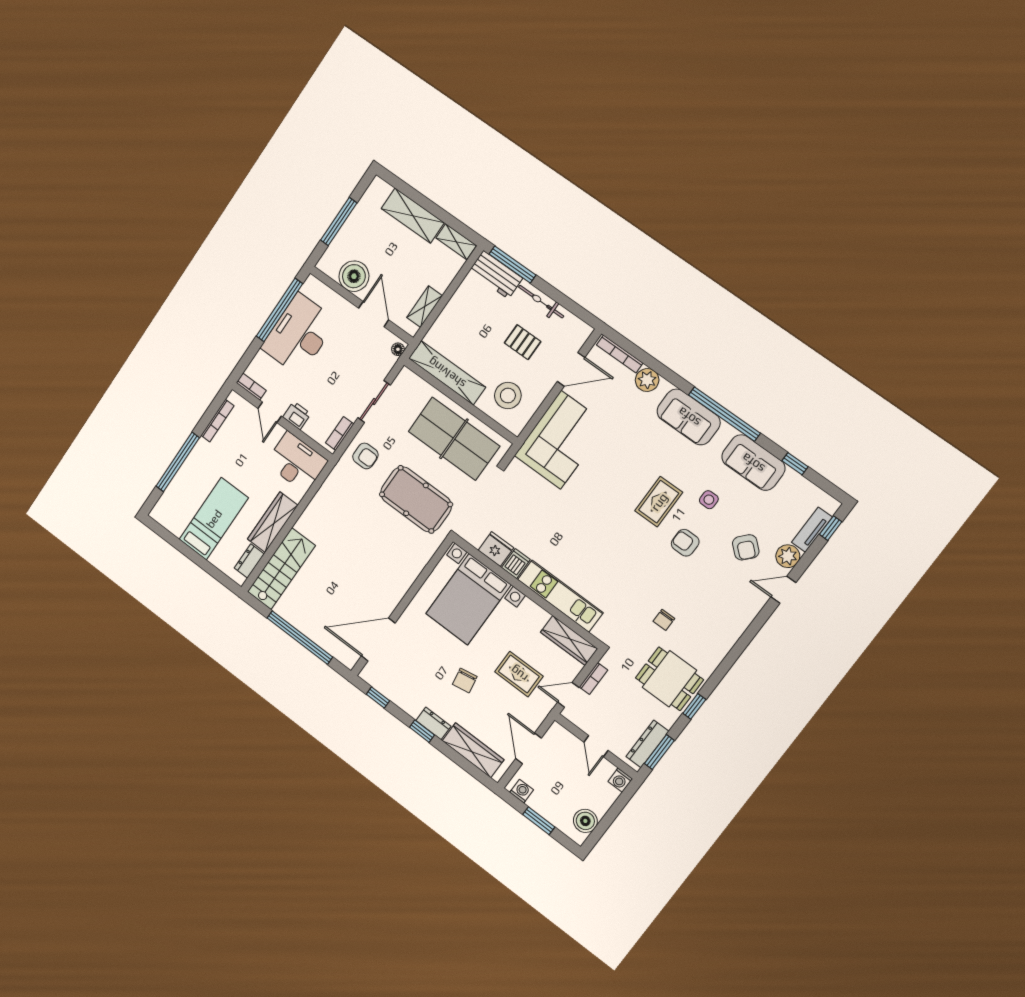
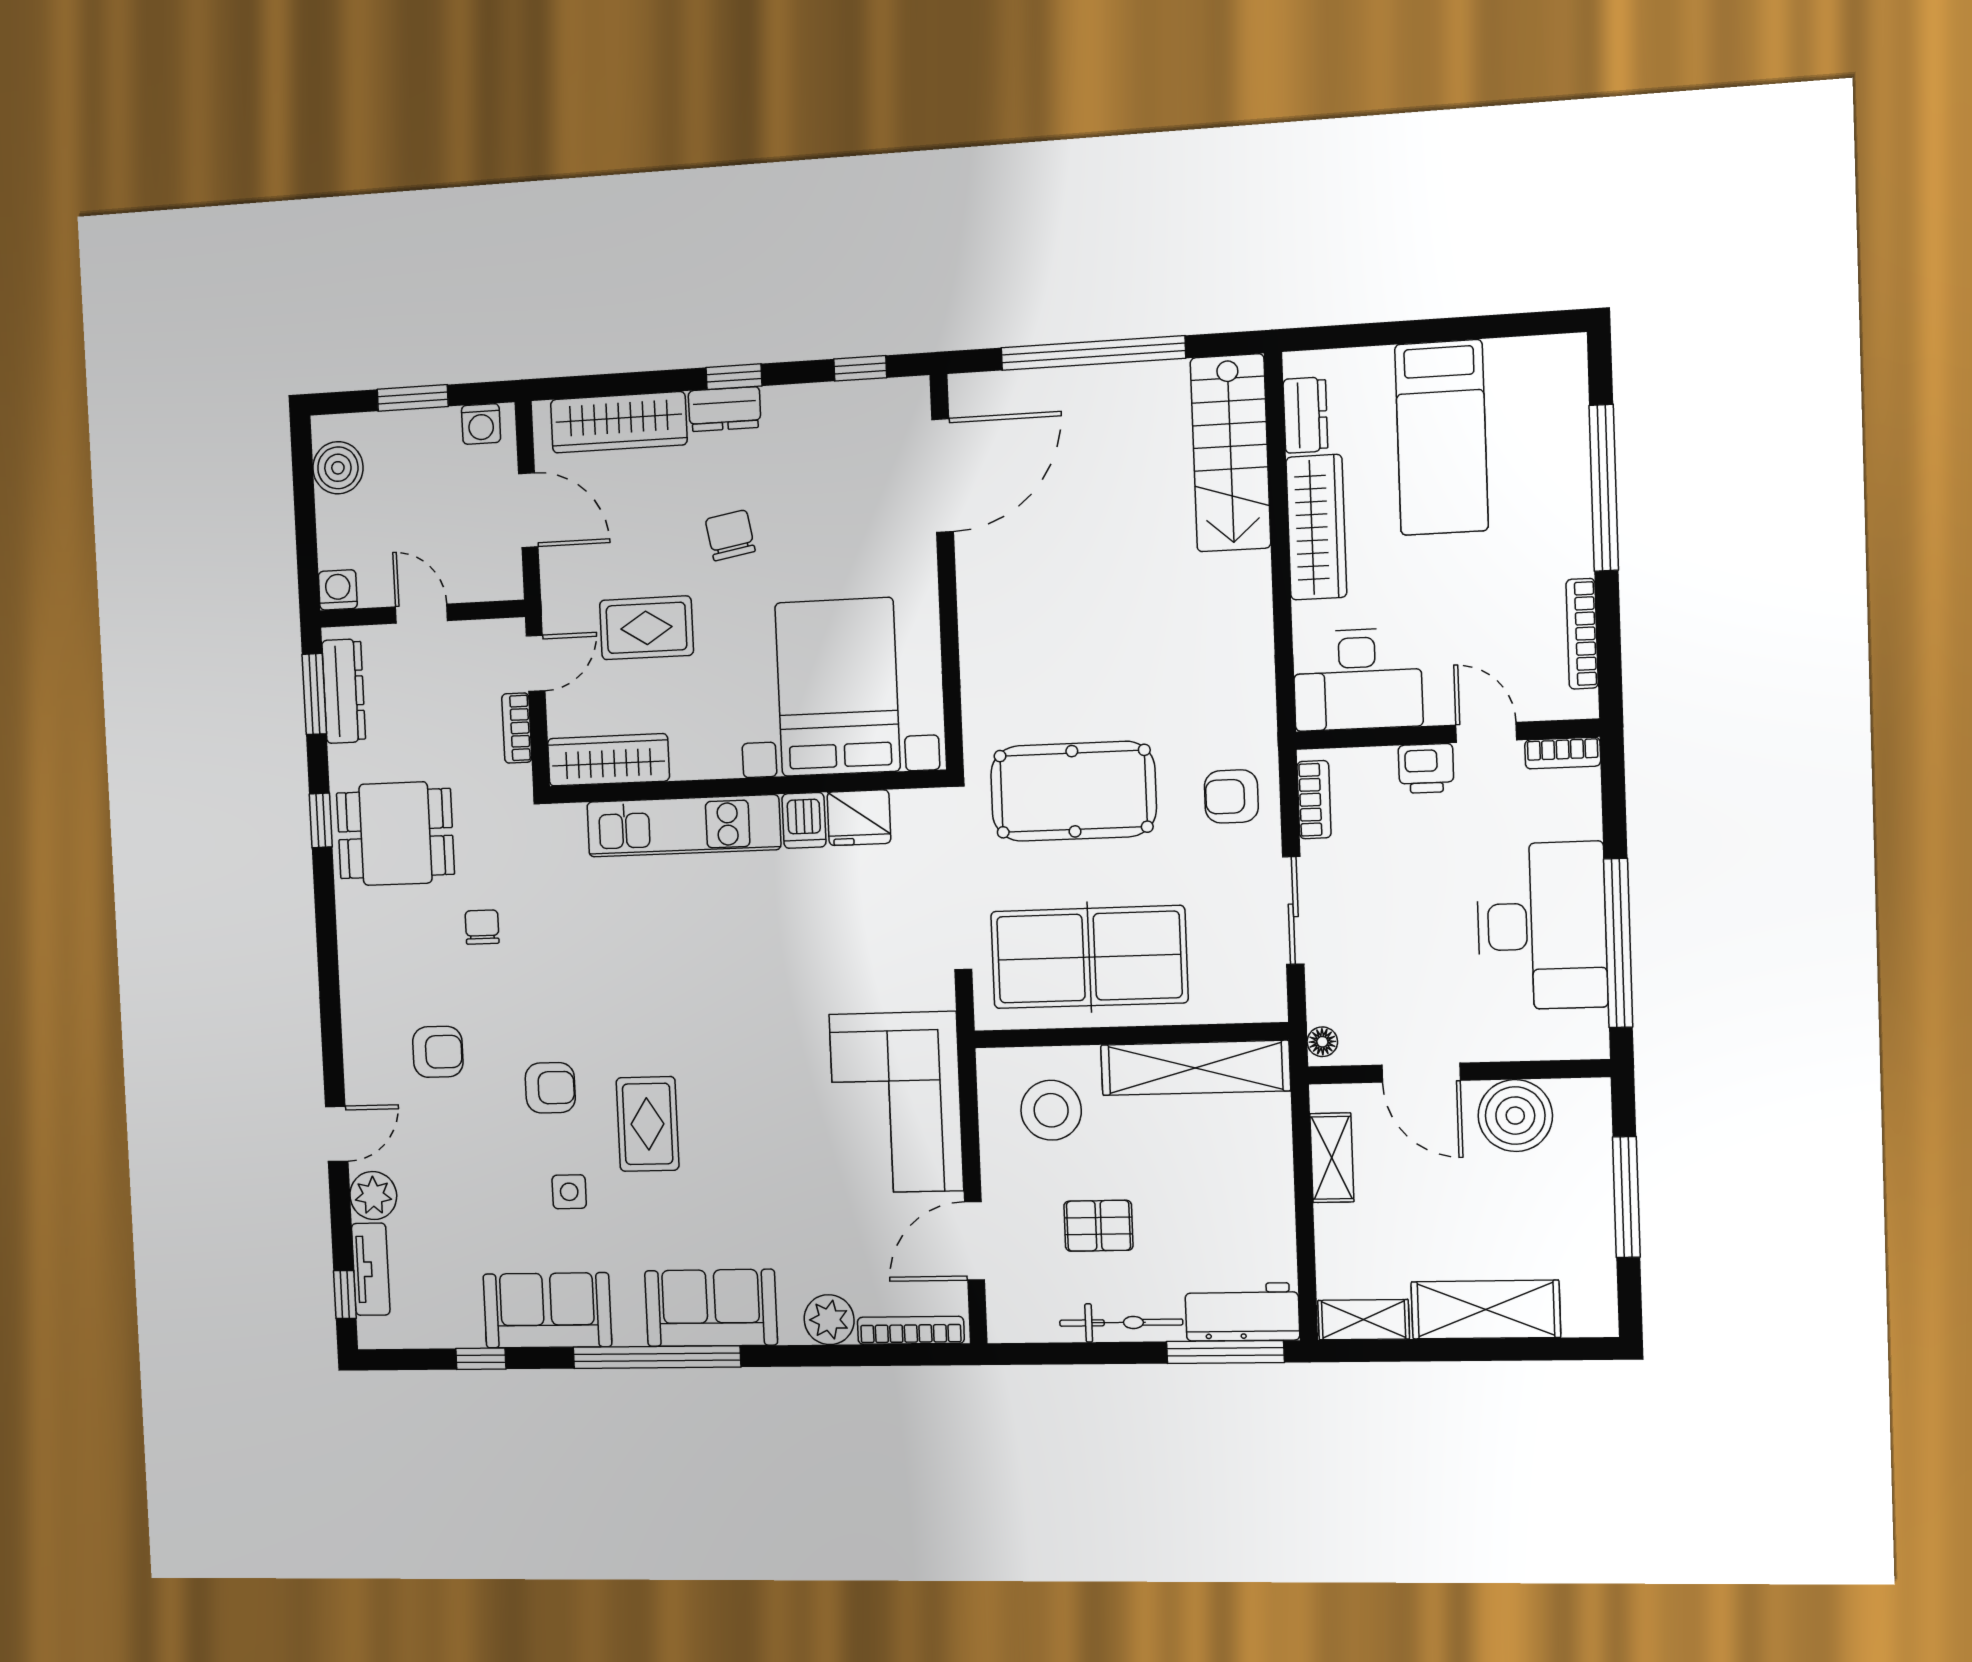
armchair: (746, 547) -> (438, 1052), moved, turned 138

